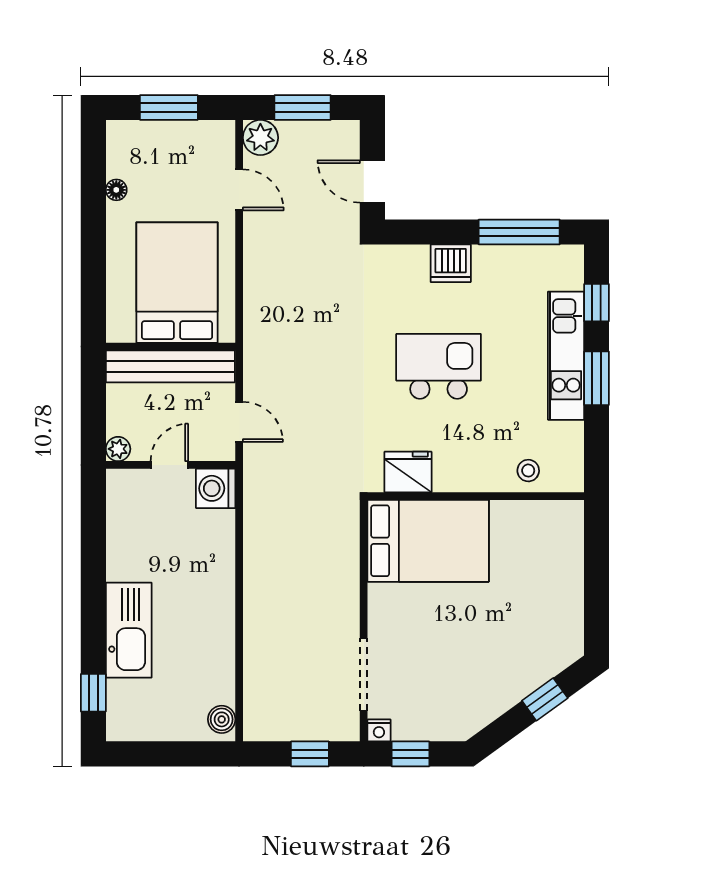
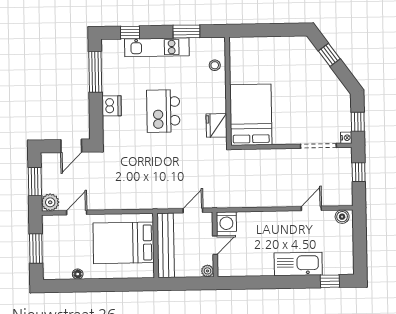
window: (597, 378) -> (186, 31), moved
door: (169, 465) -> (215, 245), swing flipped
door: (239, 658) -> (311, 208), added

